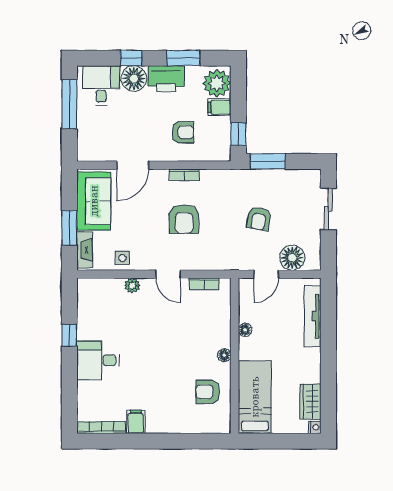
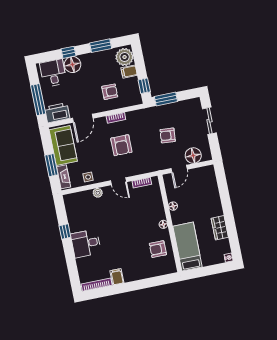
printer: (166, 79) -> (57, 113), moved, turned 180
window: (69, 104) -> (38, 100), moved
armchair: (259, 219) -> (168, 135), turned 86
tv unit: (313, 316) -> (213, 189), removed
wardrobe: (311, 402) -> (220, 228), moved

